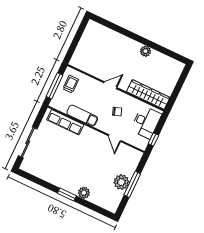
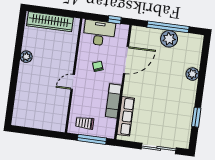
door: (110, 85) -> (73, 82), hinge flipped
wardrobe: (148, 94) -> (50, 22), moved, turned -90
door: (115, 138) -> (126, 60), width x1.88
window: (132, 184) -> (168, 27), width x1.46
window: (67, 195) -> (196, 117), moved

